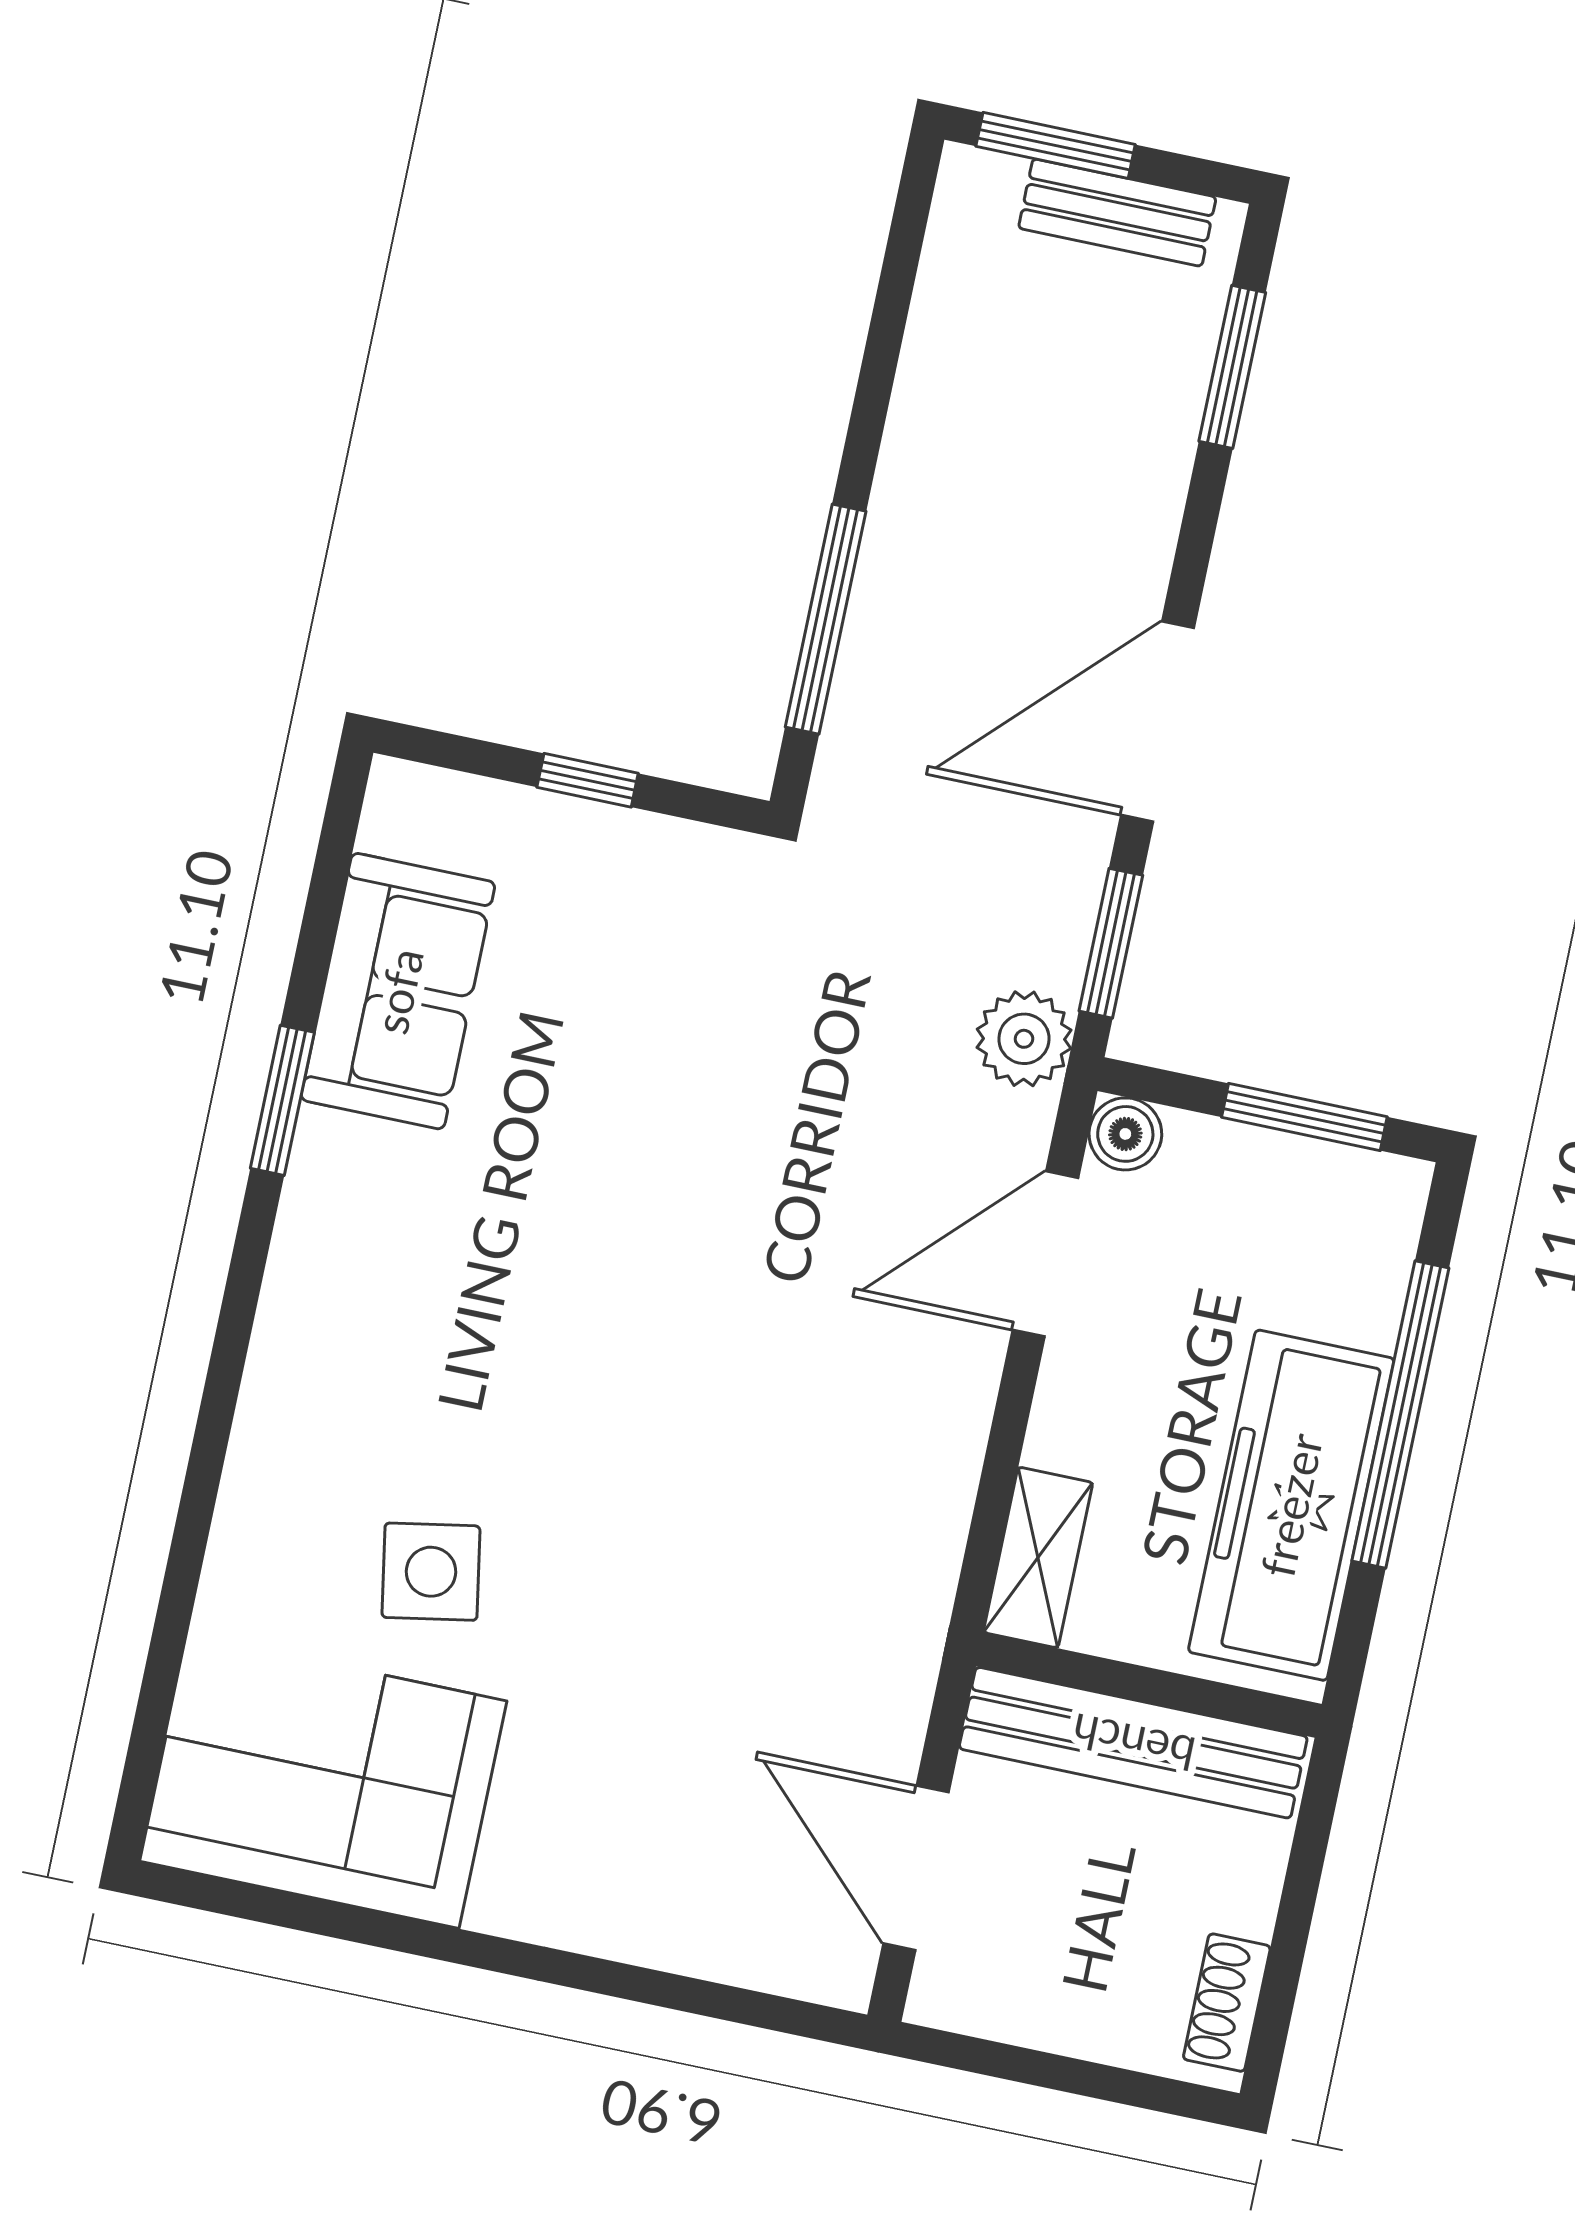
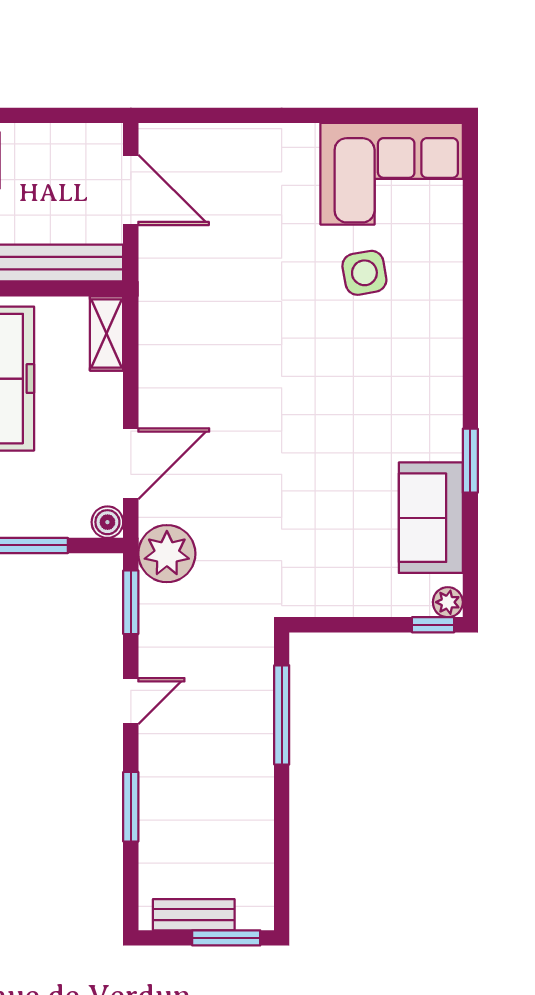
window: (1232, 367) -> (131, 807), moved
door: (1158, 722) -> (131, 701), width x0.53
window: (588, 780) -> (433, 625), moved
plant: (400, 793) -> (448, 602), added
plant: (1024, 1039) -> (167, 554), width x1.36, depth x1.36

